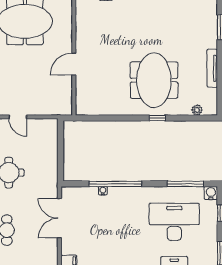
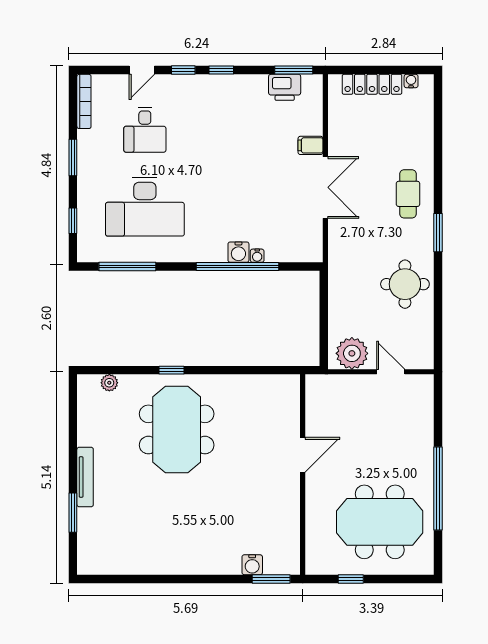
tv unit: (212, 68) -> (85, 477), moved
plant: (43, 129) -> (352, 353), added
water cooler: (211, 193) -> (238, 252), moved
double door: (59, 218) -> (325, 187), moved

